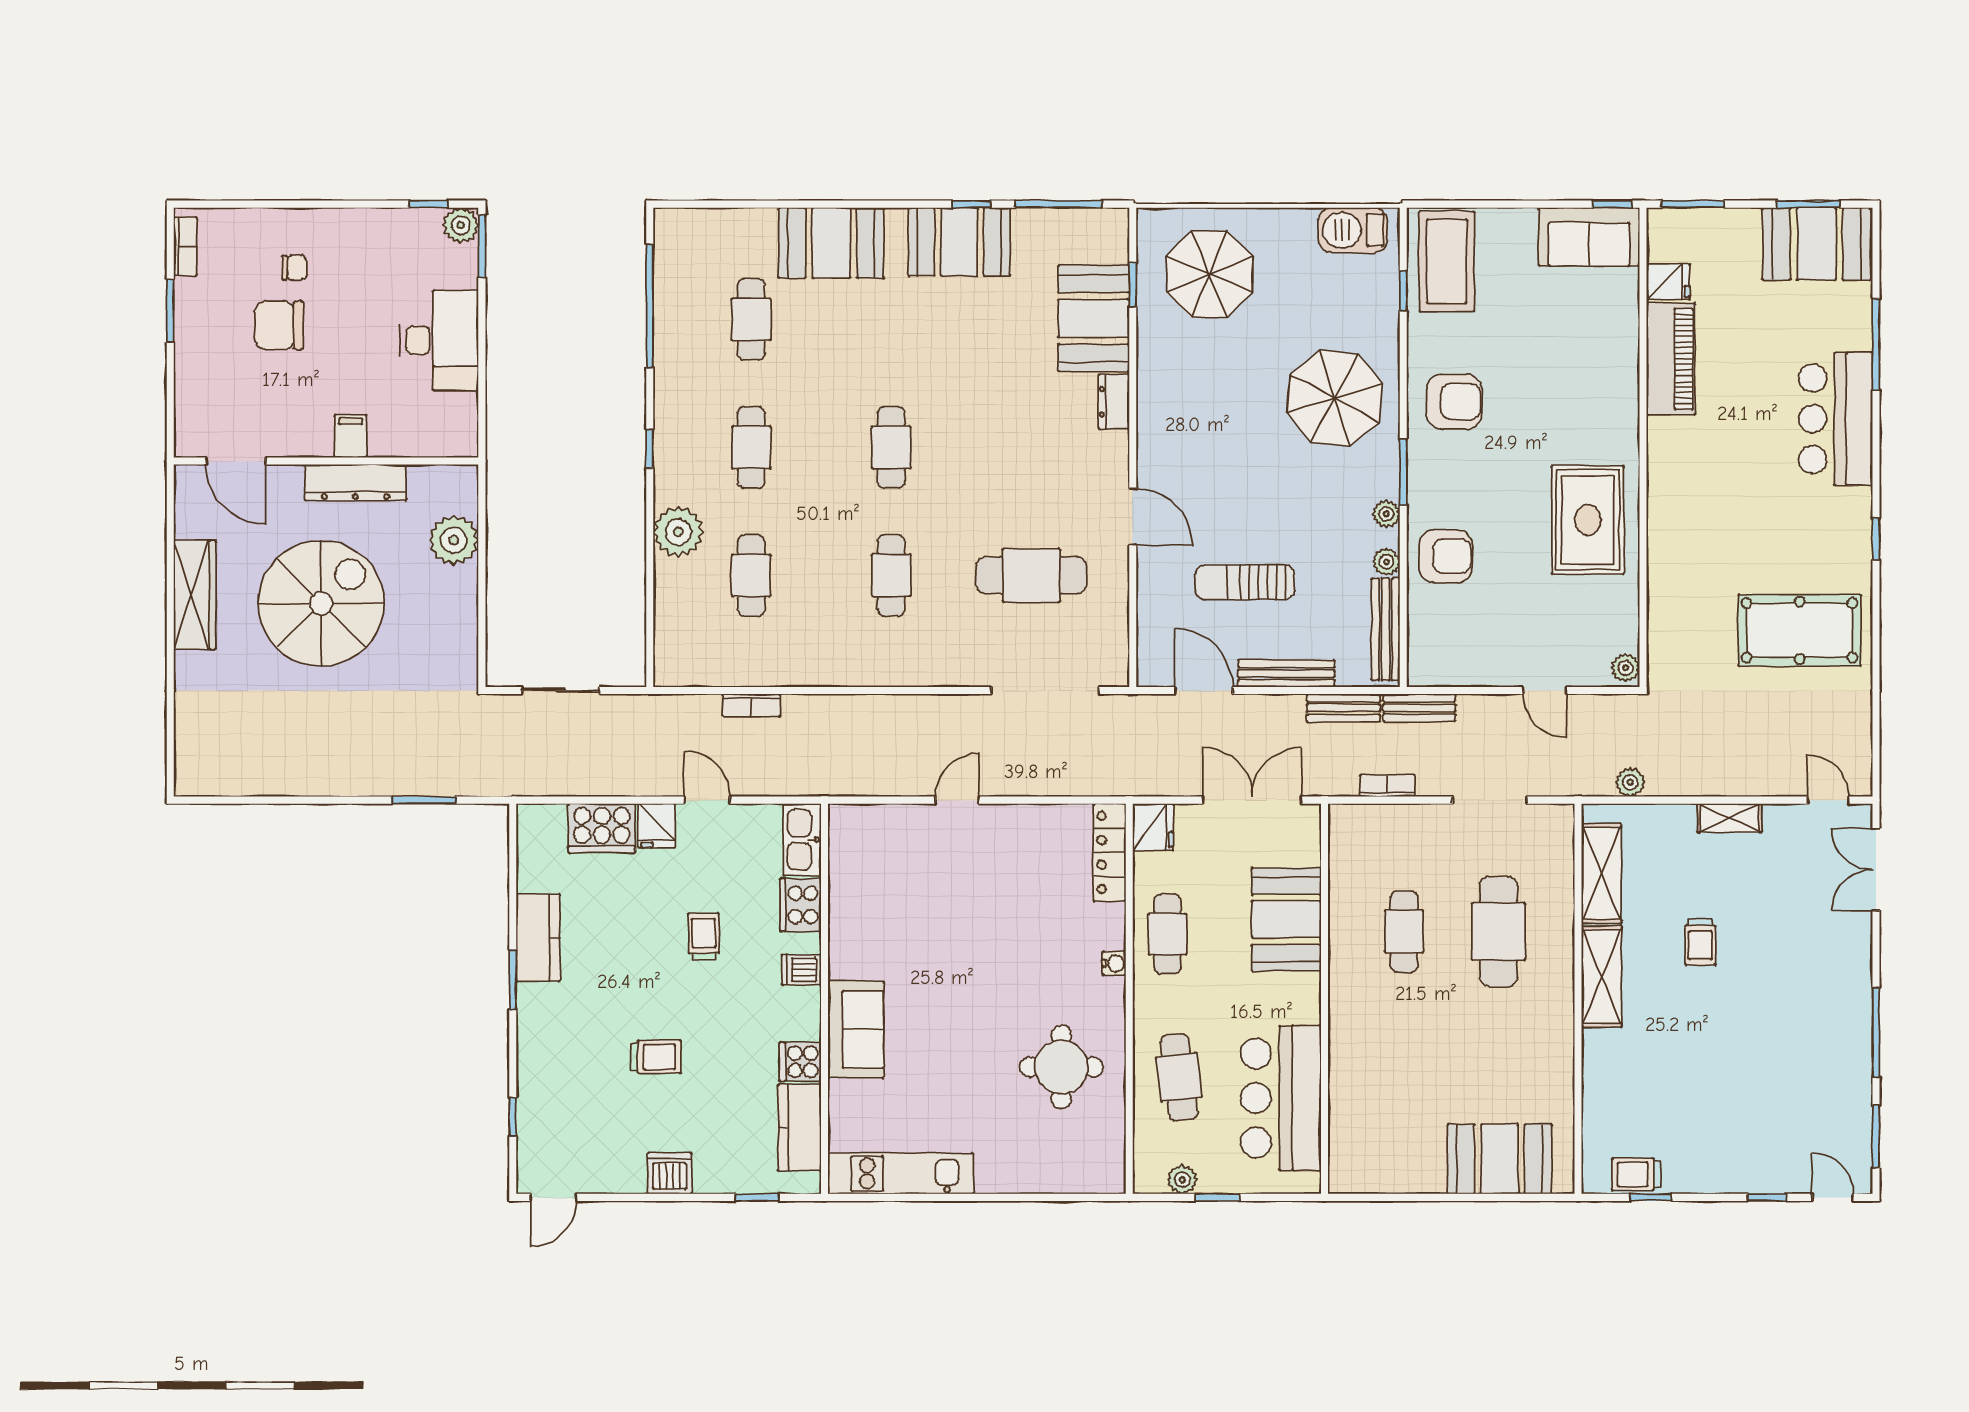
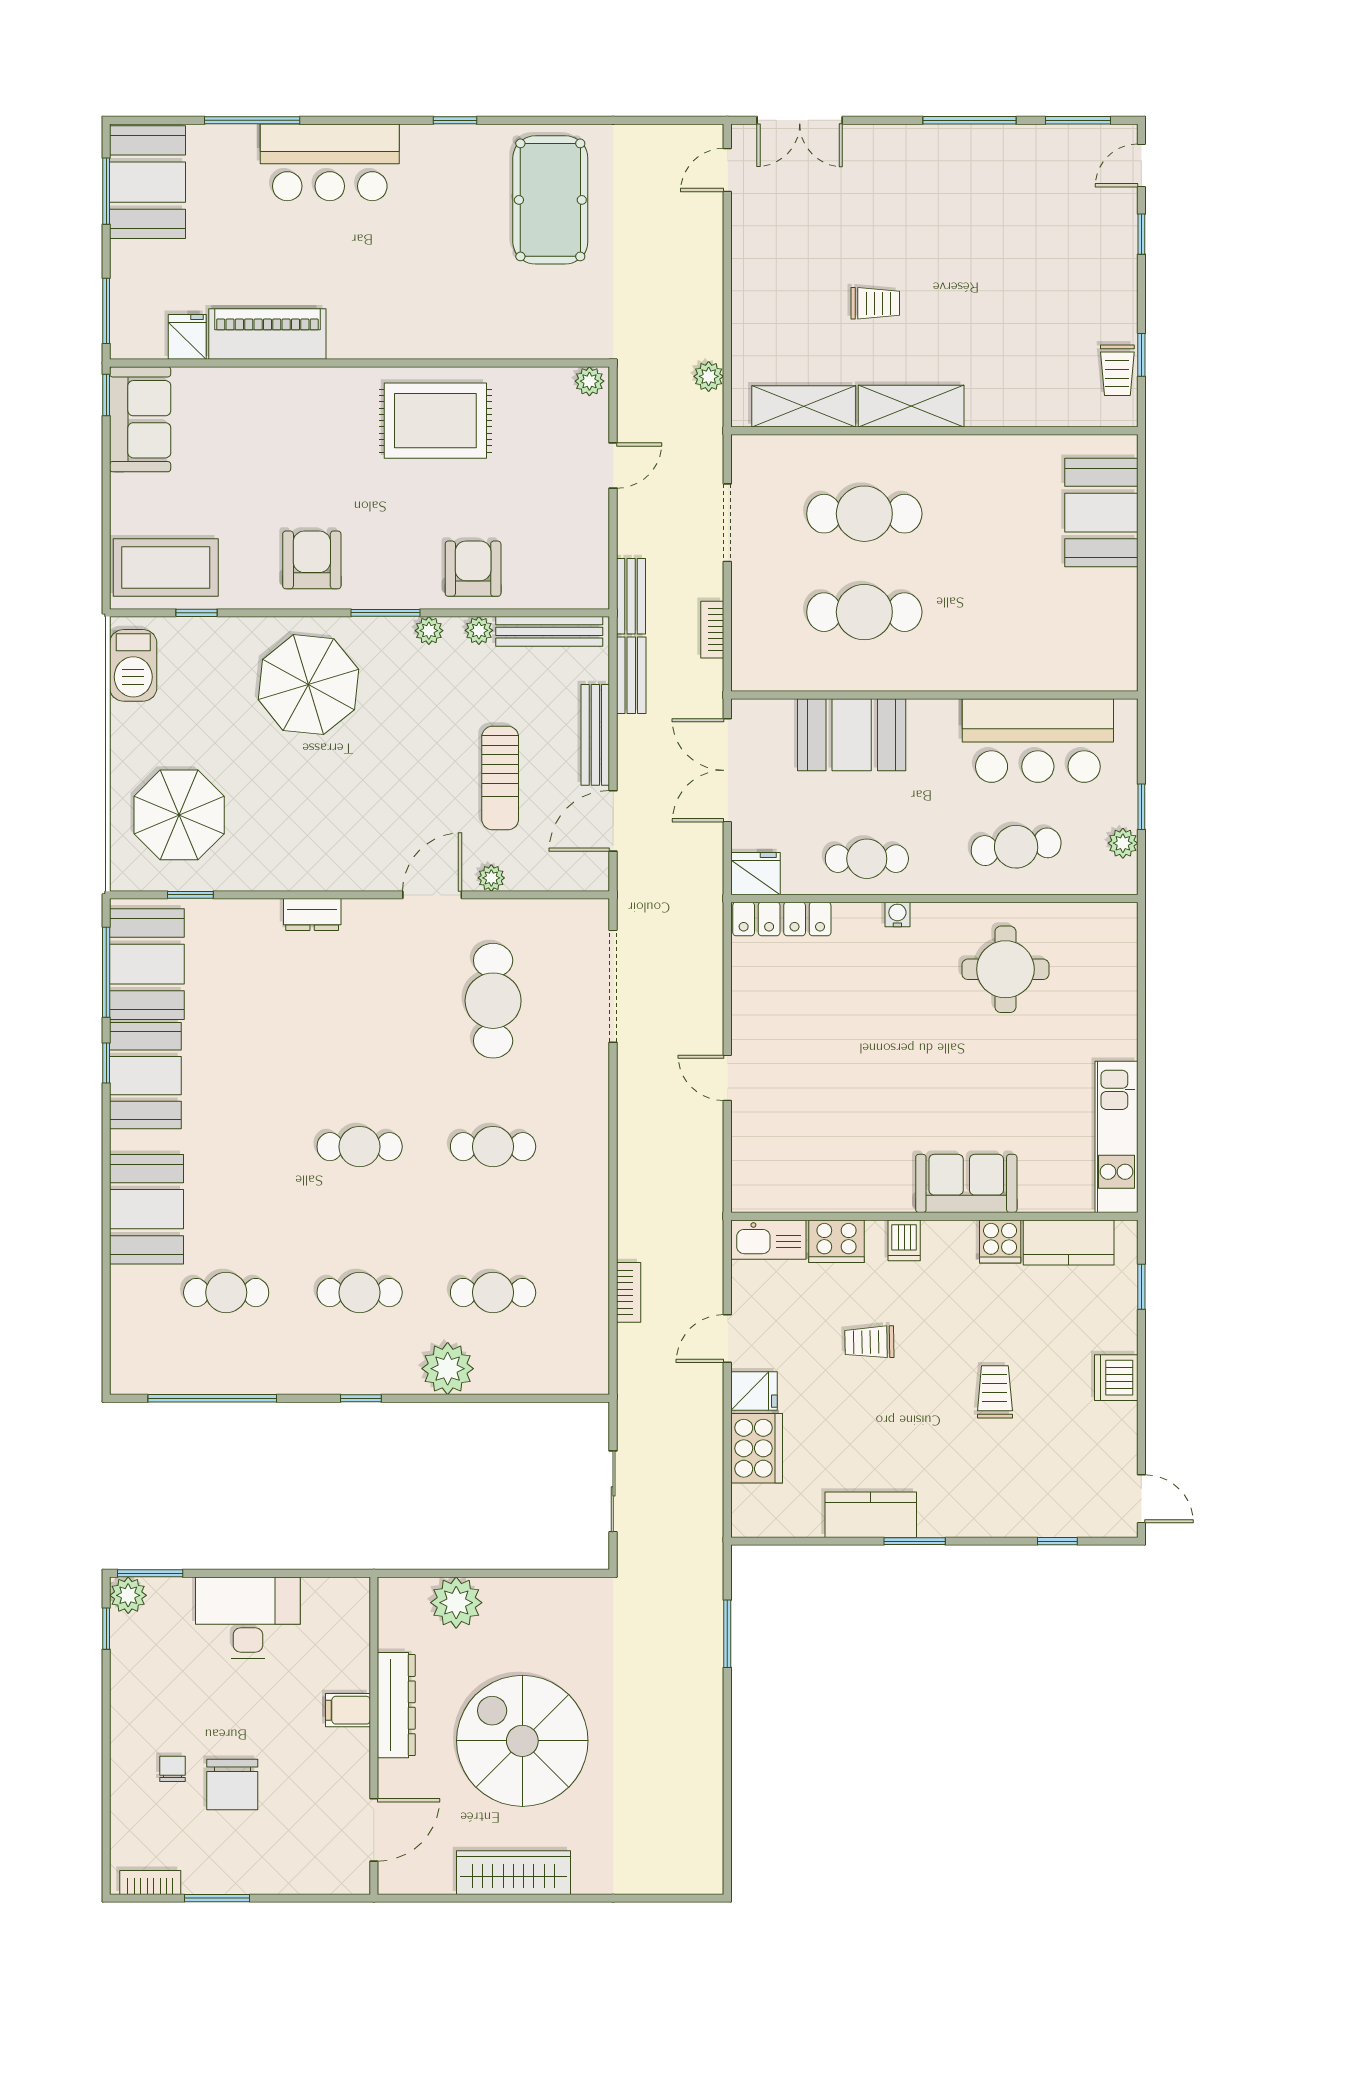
booth: (1094, 318) -> (147, 964), moved, turned 90
plant: (1149, 574) -> (491, 878), added
shelving: (1729, 818) -> (746, 273), removed
cafe table: (1404, 932) -> (864, 612), width x1.37, depth x1.35

